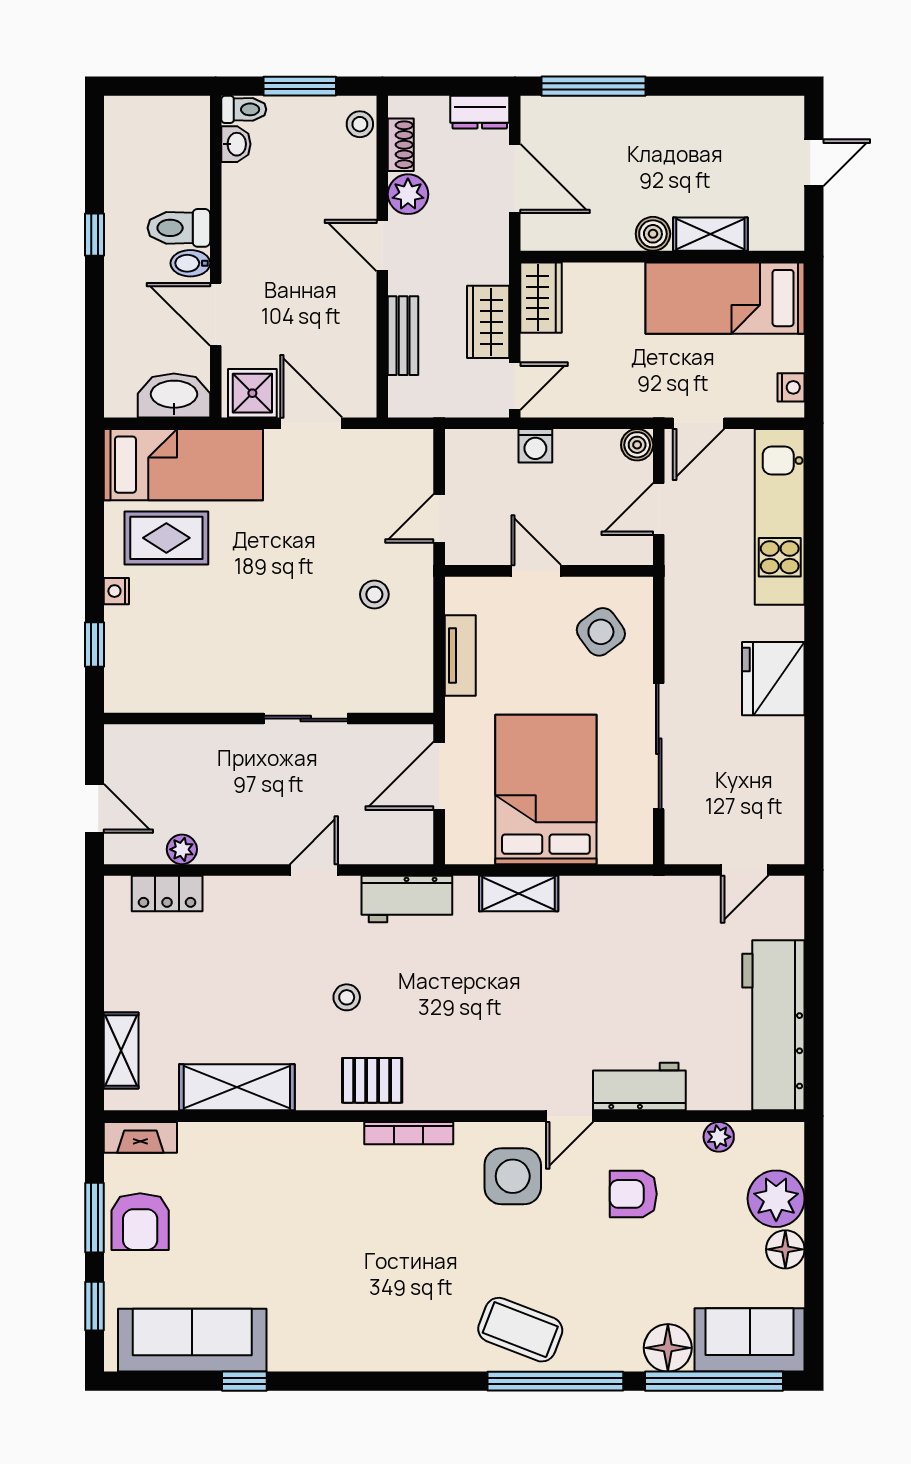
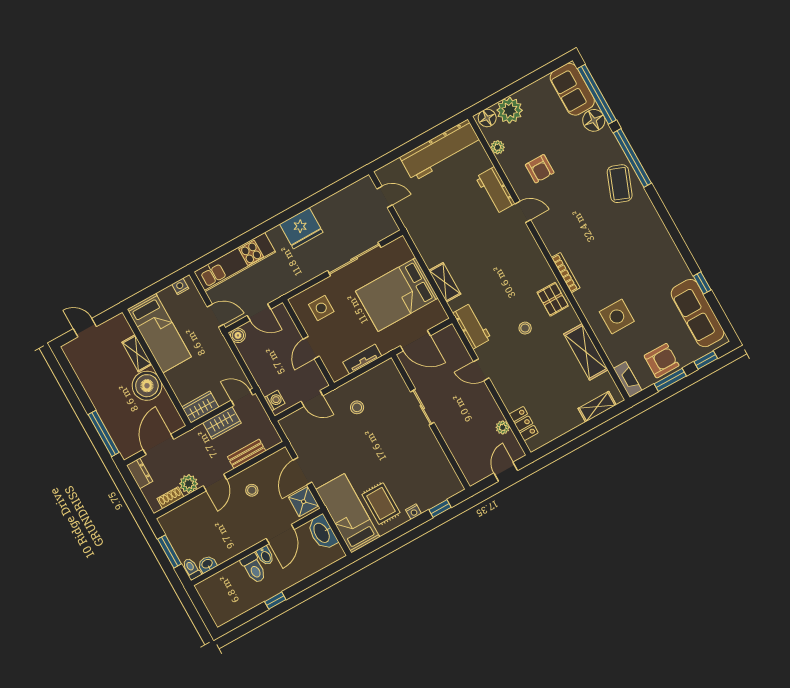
stool: (360, 124) -> (252, 490), moved
boiler: (653, 234) -> (147, 386), width x1.86, depth x1.86
washing machine: (535, 446) -> (275, 400), moved
side table: (601, 632) -> (321, 308), turned 36
side table: (513, 1176) -> (617, 317), moved
floor lamp: (785, 1249) -> (487, 118), moved

